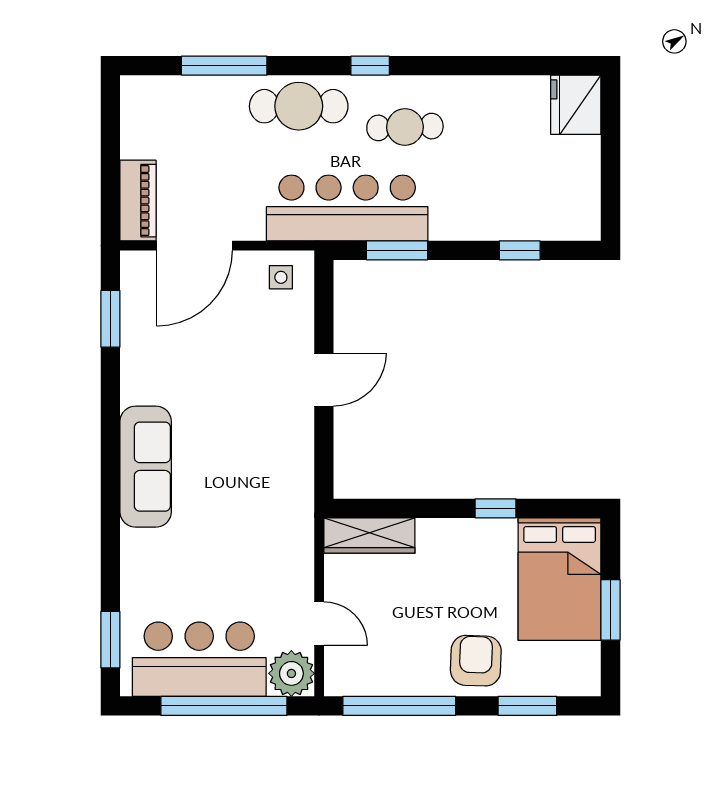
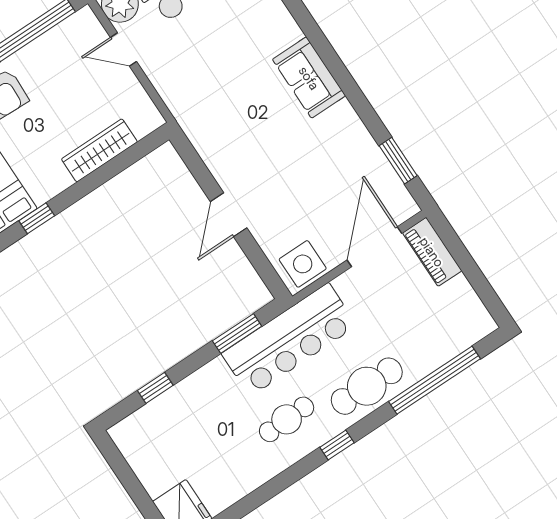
window: (224, 66) -> (434, 380), width x1.46
side table: (281, 277) -> (303, 264), width x1.87, depth x1.87
sofa: (146, 467) -> (309, 78), width x0.73
window: (496, 508) -> (37, 218), moved
wardrobe: (369, 536) -> (99, 150), moved

